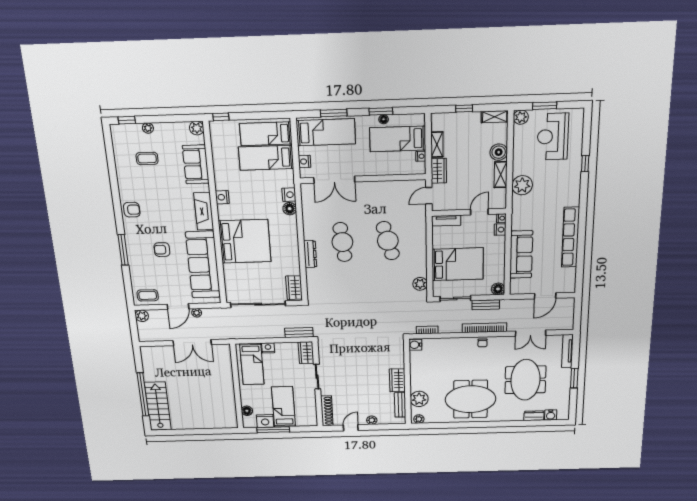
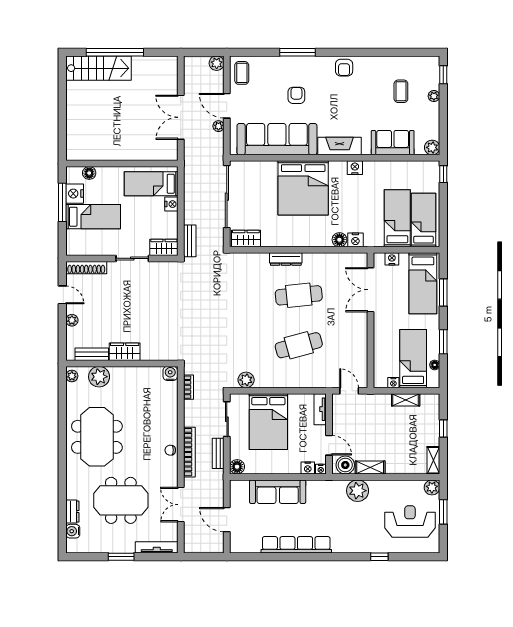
floor lamp: (384, 119) -> (435, 365), moved
boiler: (499, 152) -> (345, 465), moved
wardrobe: (439, 171) -> (377, 402), removed

